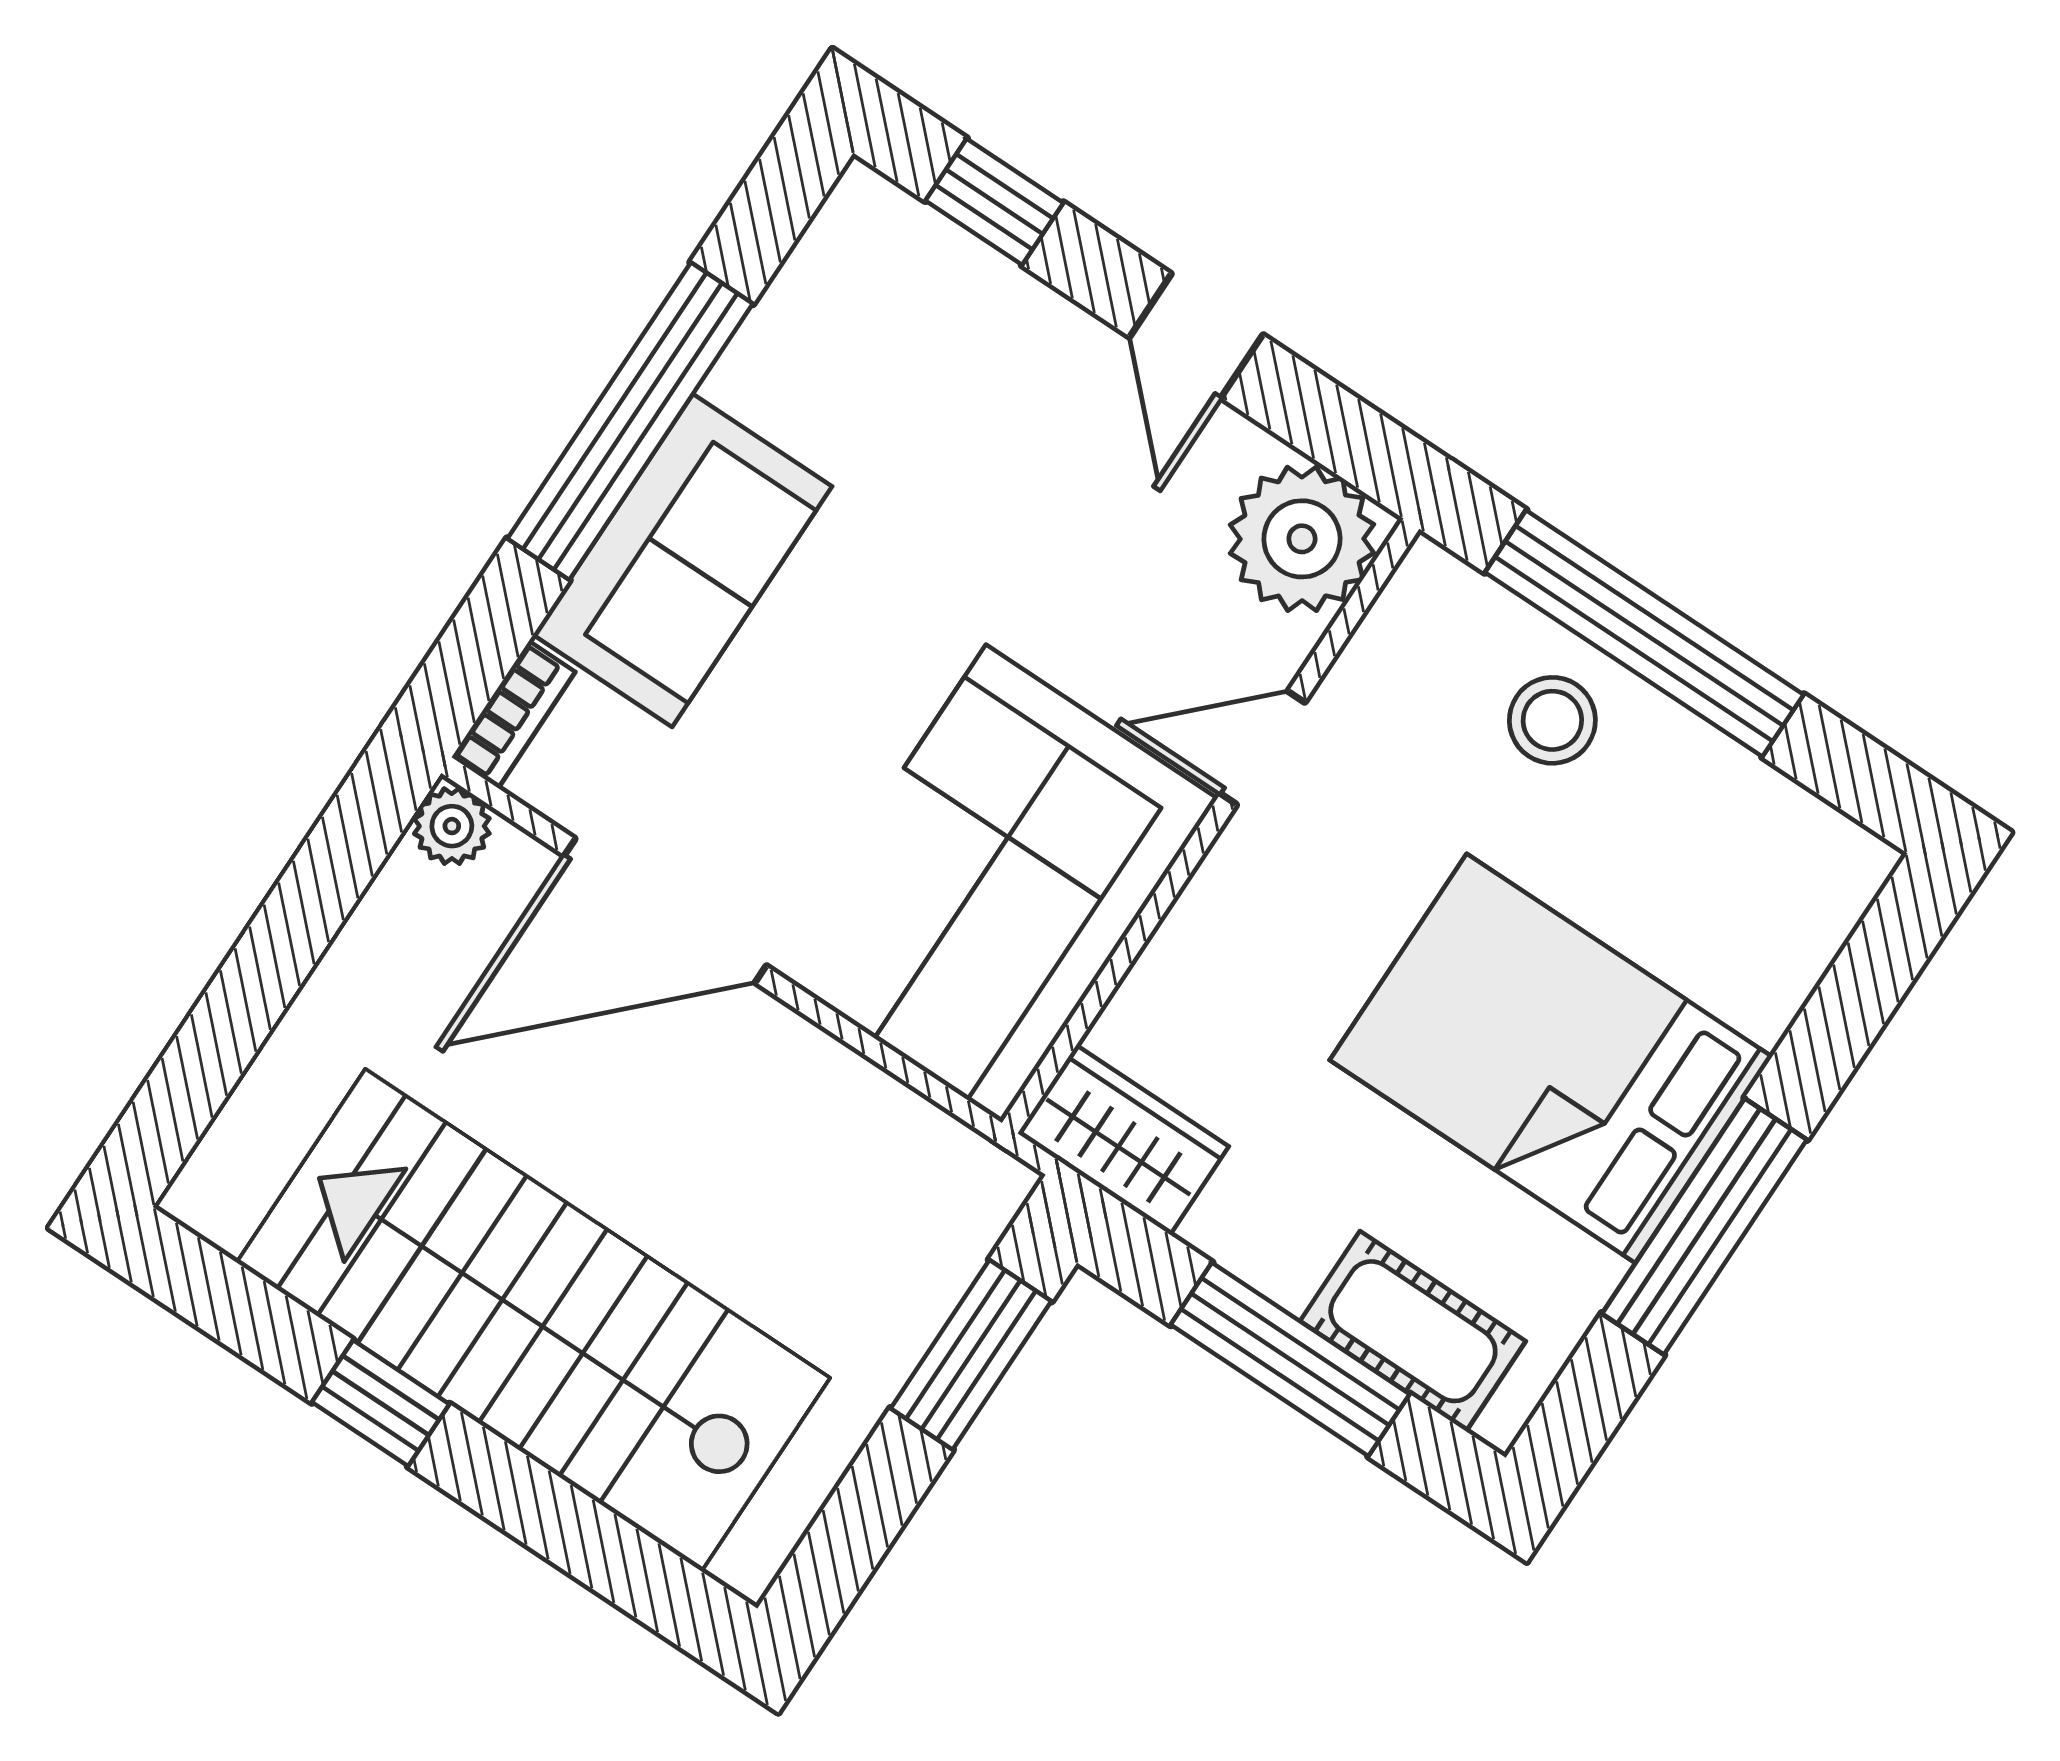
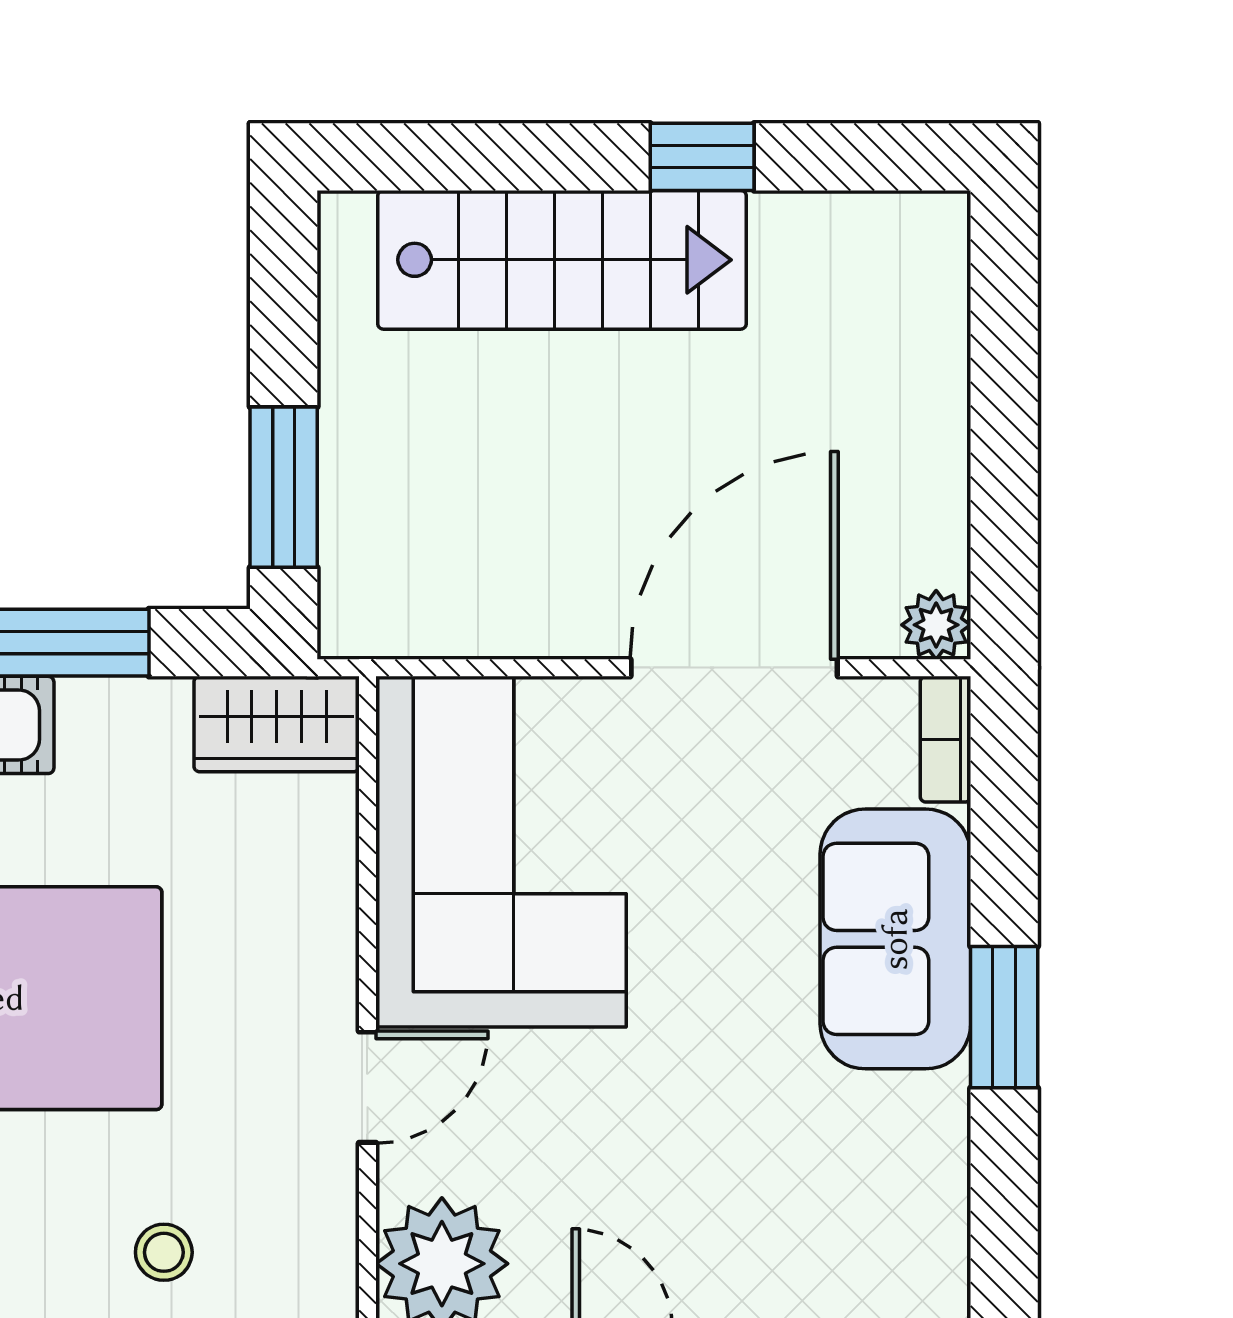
window: (630, 421) -> (1004, 1017), width x0.47
stool: (1552, 720) -> (164, 1252), width x0.73, depth x0.73
stairs: (533, 1320) -> (562, 260), width x0.73, depth x0.66

